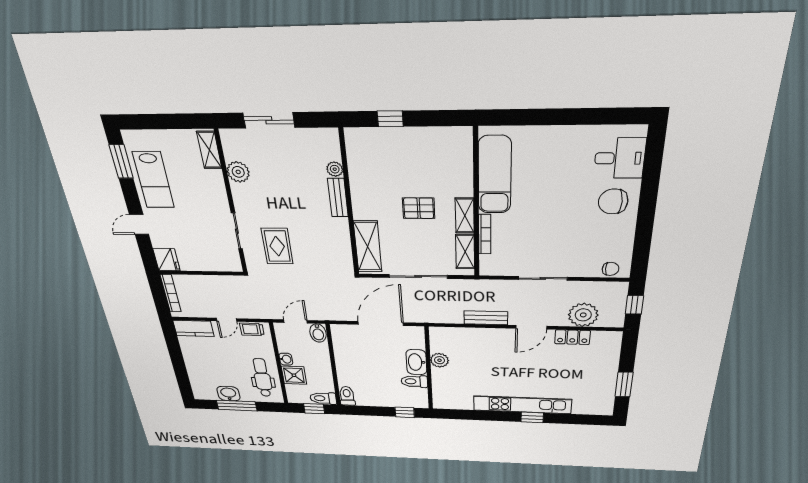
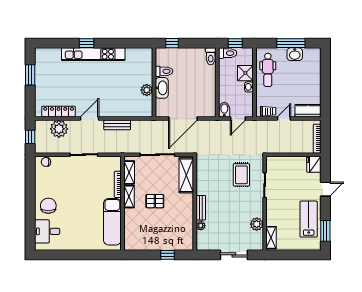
chair: (613, 201) -> (48, 206), turned -90
locker: (572, 337) -> (59, 112), width x1.53

